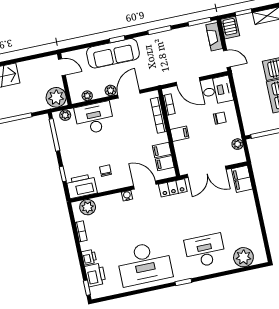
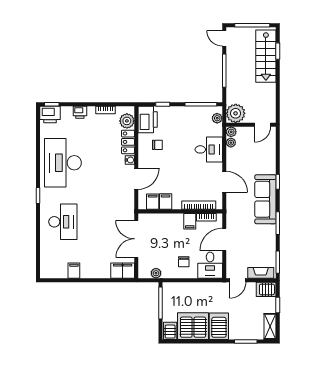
sofa: (113, 53) -> (265, 199), moved
plant: (111, 90) -> (231, 132), moved
desk: (94, 118) -> (209, 149), width x0.73
filing cabinet: (180, 134) -> (190, 221), moved
locker: (173, 188) -> (128, 142), moved
filing cabinet: (253, 229) -> (74, 271), added
plant: (243, 257) -> (49, 256), removed
printer: (95, 275) -> (50, 115), moved

